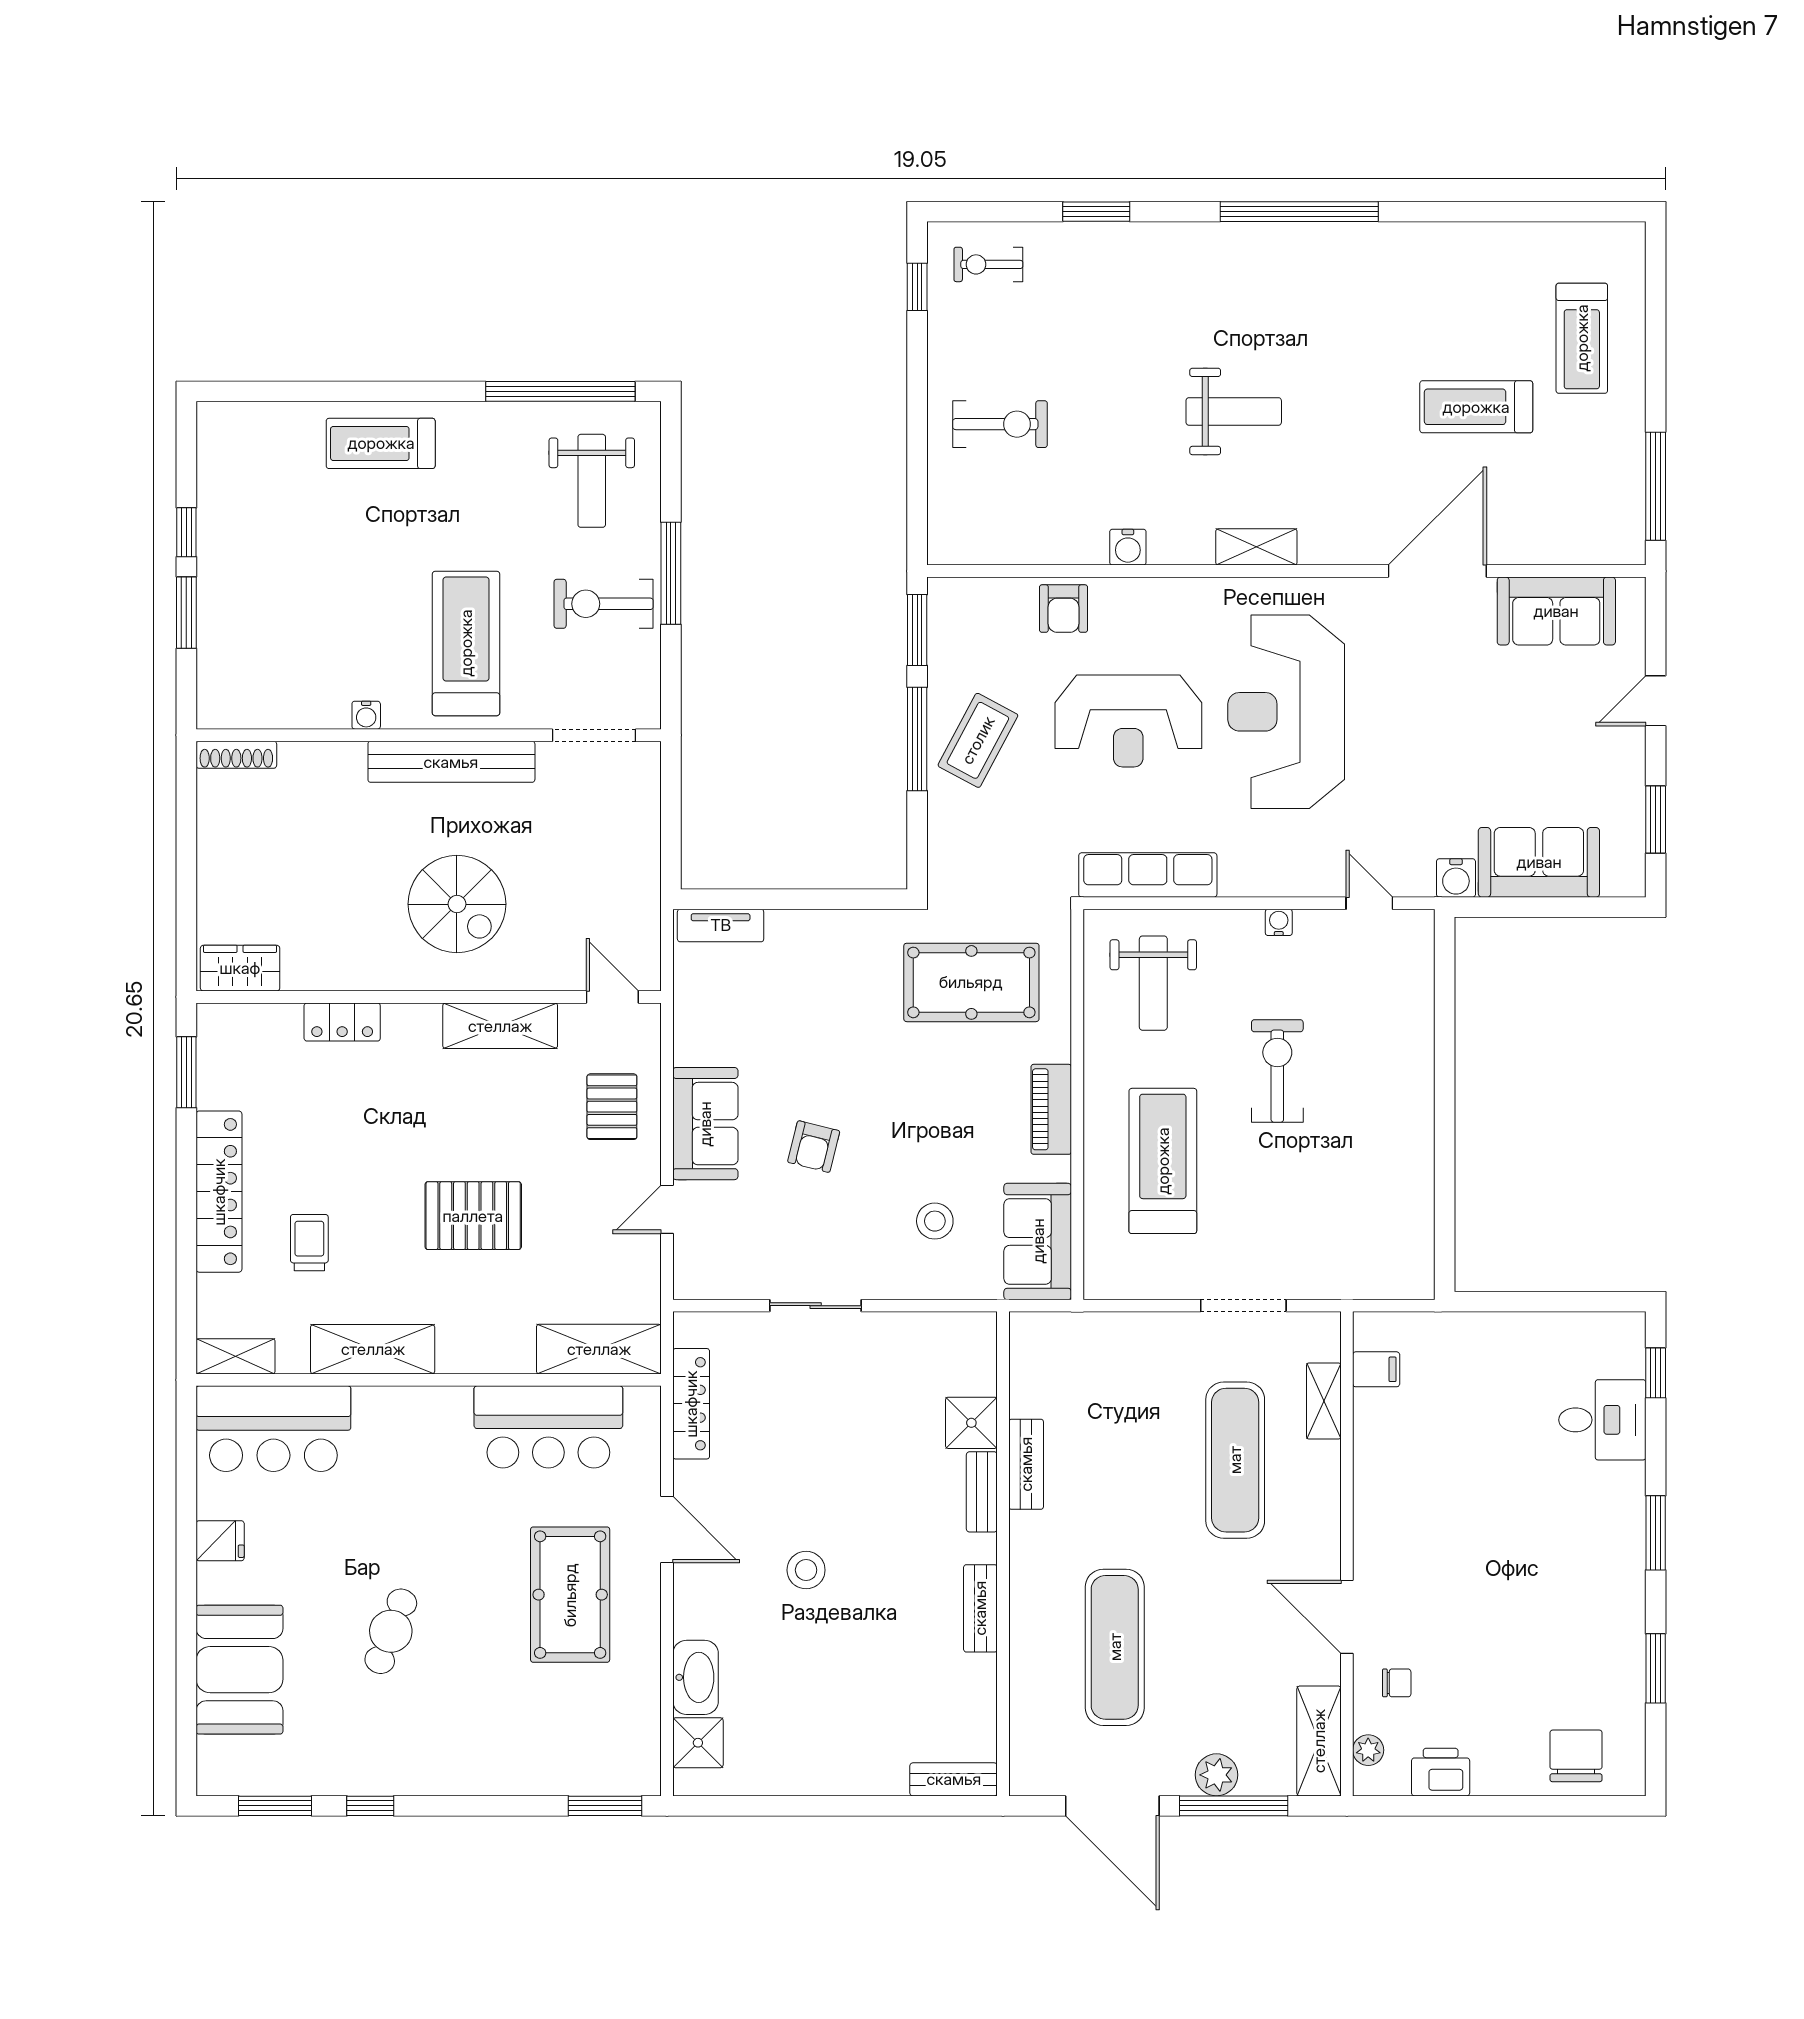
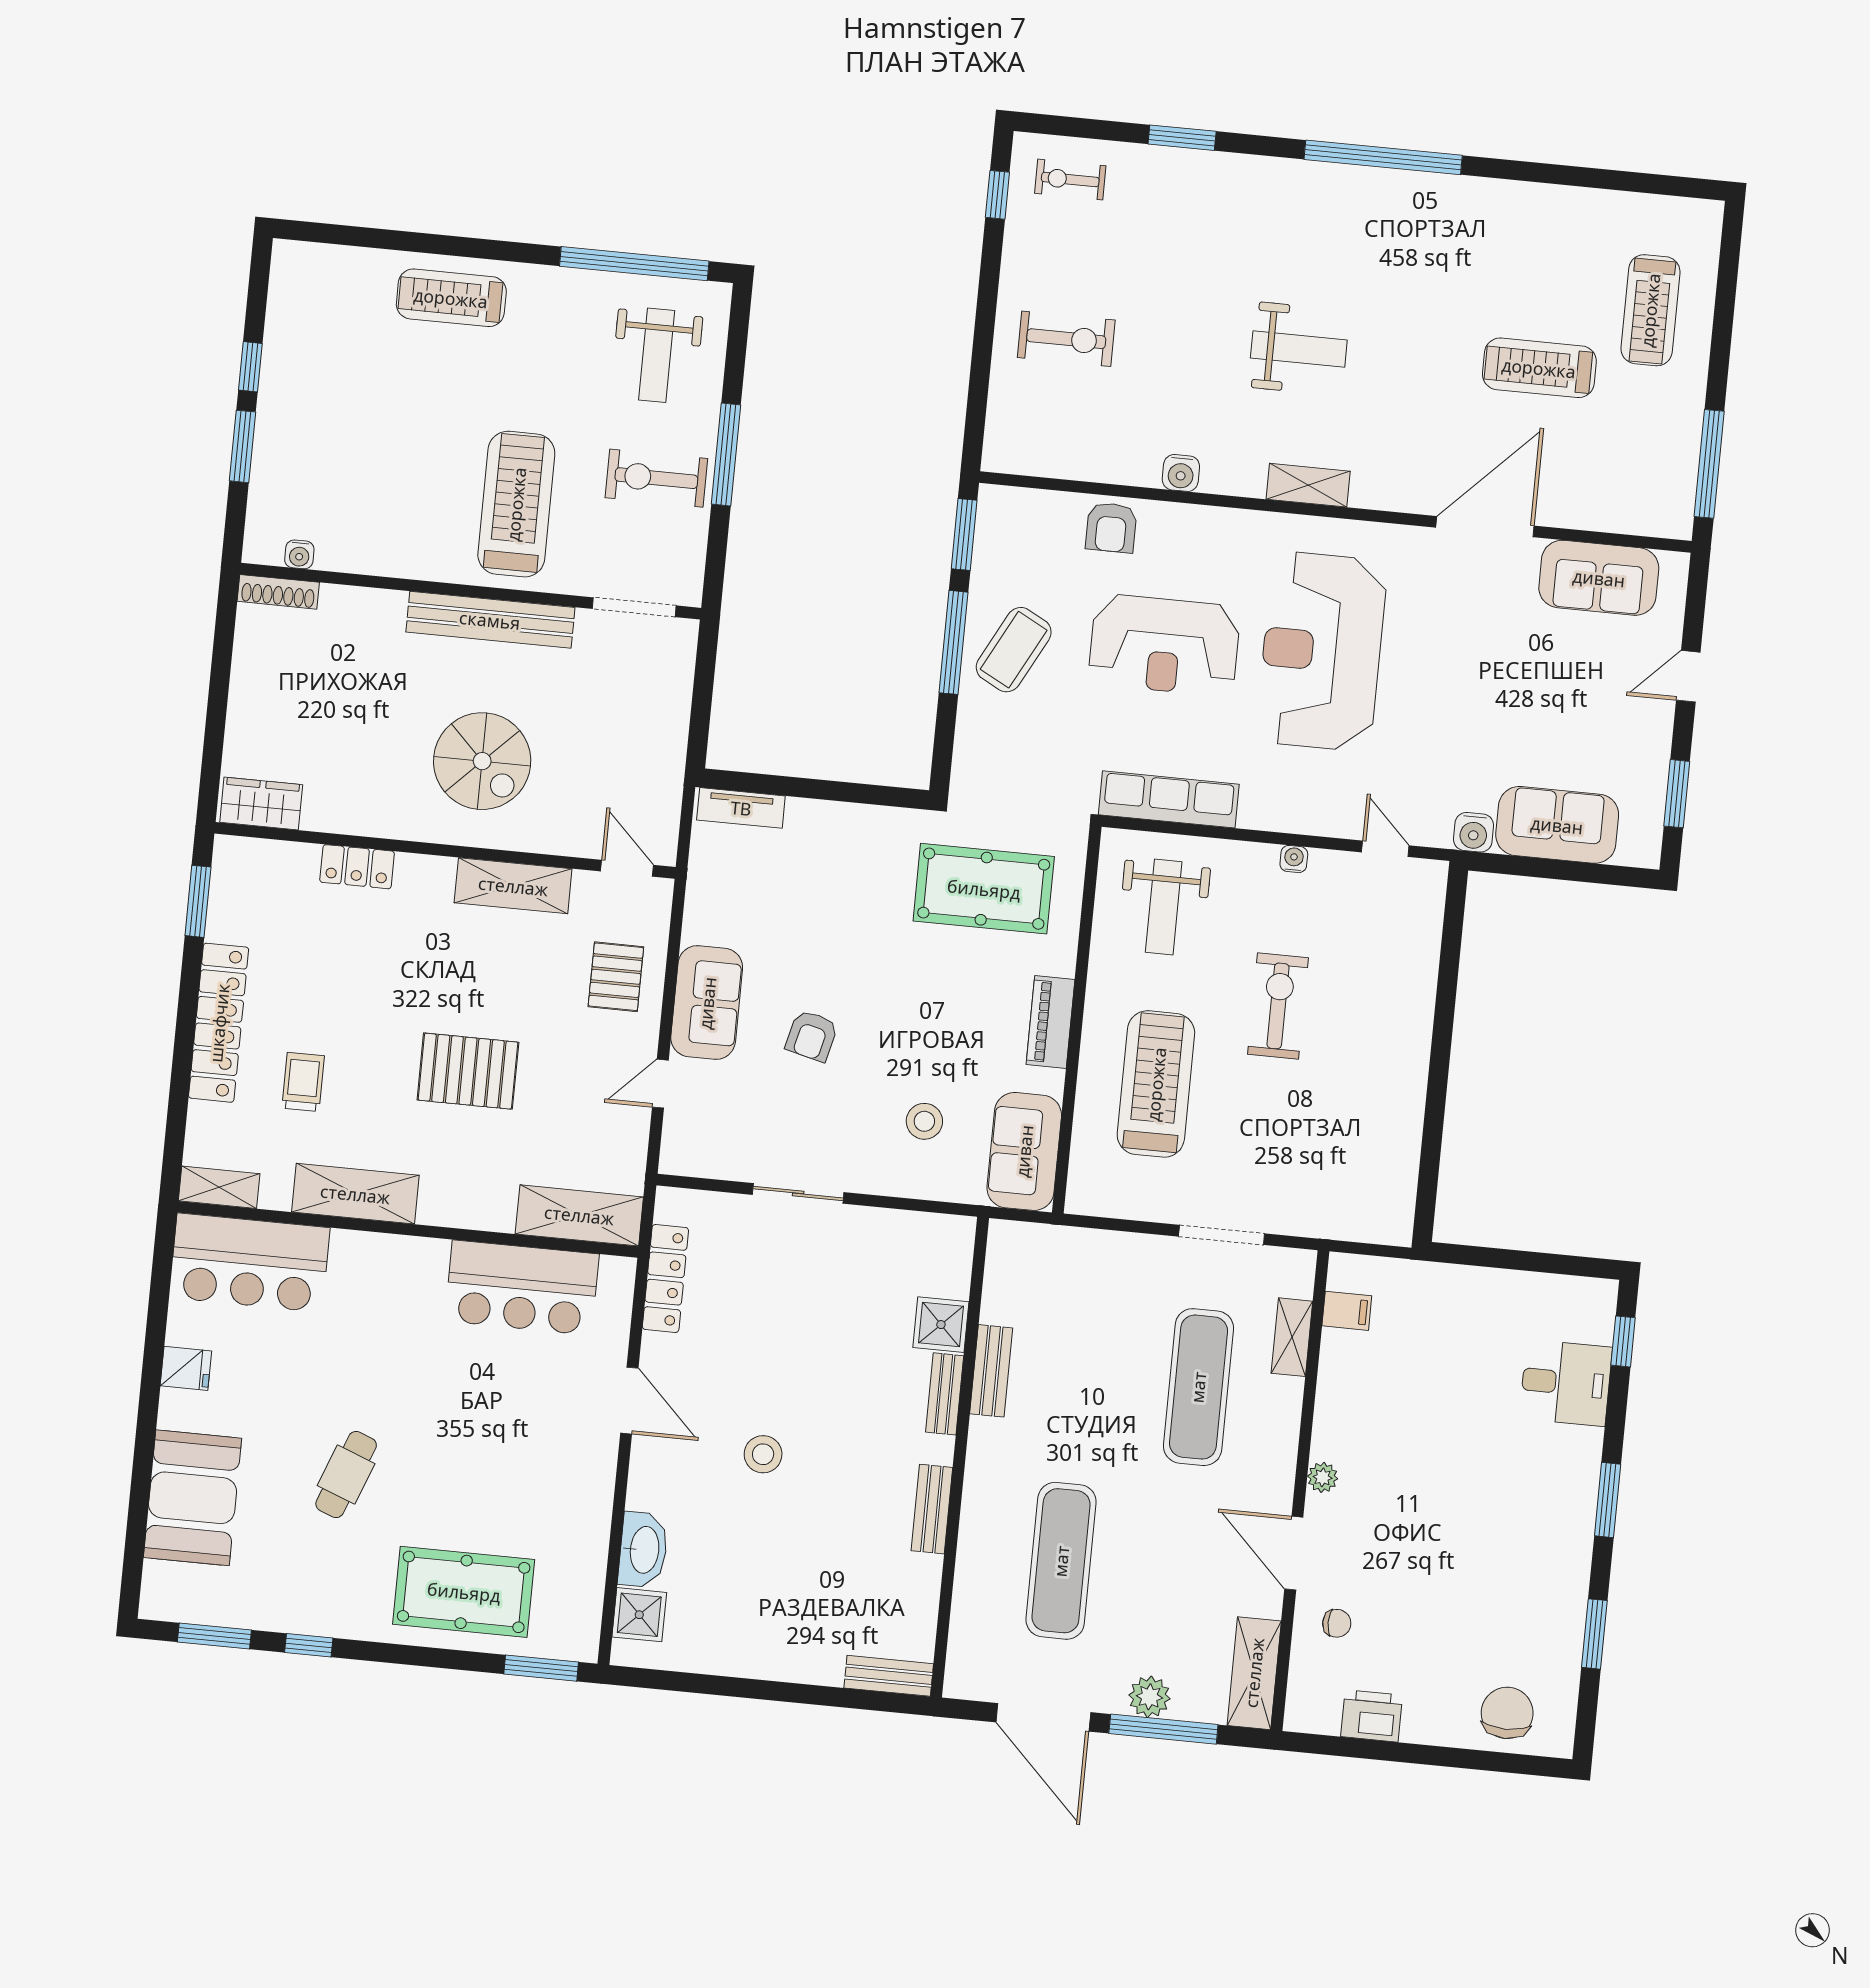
water cooler: (366, 715) -> (299, 554), moved
pool table: (570, 1595) -> (464, 1592), moved, turned 90
plant: (1368, 1750) -> (1323, 1477), moved

